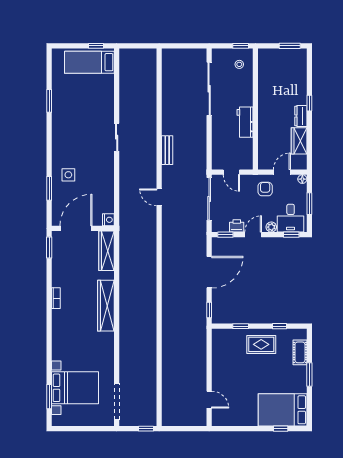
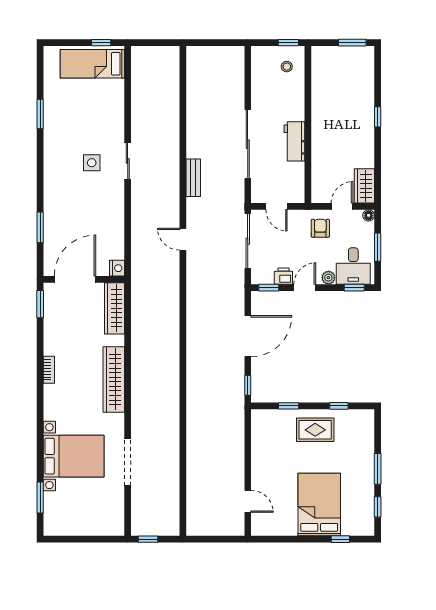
sliding door: (209, 89) -> (248, 144), moved
dresser: (301, 116) -> (367, 134), removed
wardrobe: (299, 141) -> (364, 186), moved
side table: (68, 175) -> (92, 163), moved
cot: (300, 352) -> (365, 440), removed
bed with nightstands: (75, 388) -> (74, 456), moved
doorway: (117, 401) -> (128, 462), moved
window: (309, 404) -> (378, 507), added
bed: (283, 410) -> (319, 504), moved, turned 90
window: (146, 429) -> (148, 539), moved

